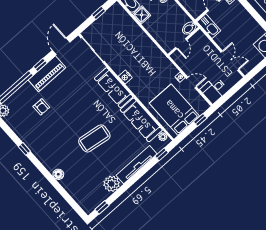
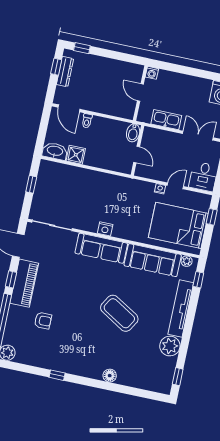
kitchen sink: (209, 26) -> (166, 120), moved
coffee table: (94, 138) -> (119, 313), turned -67

